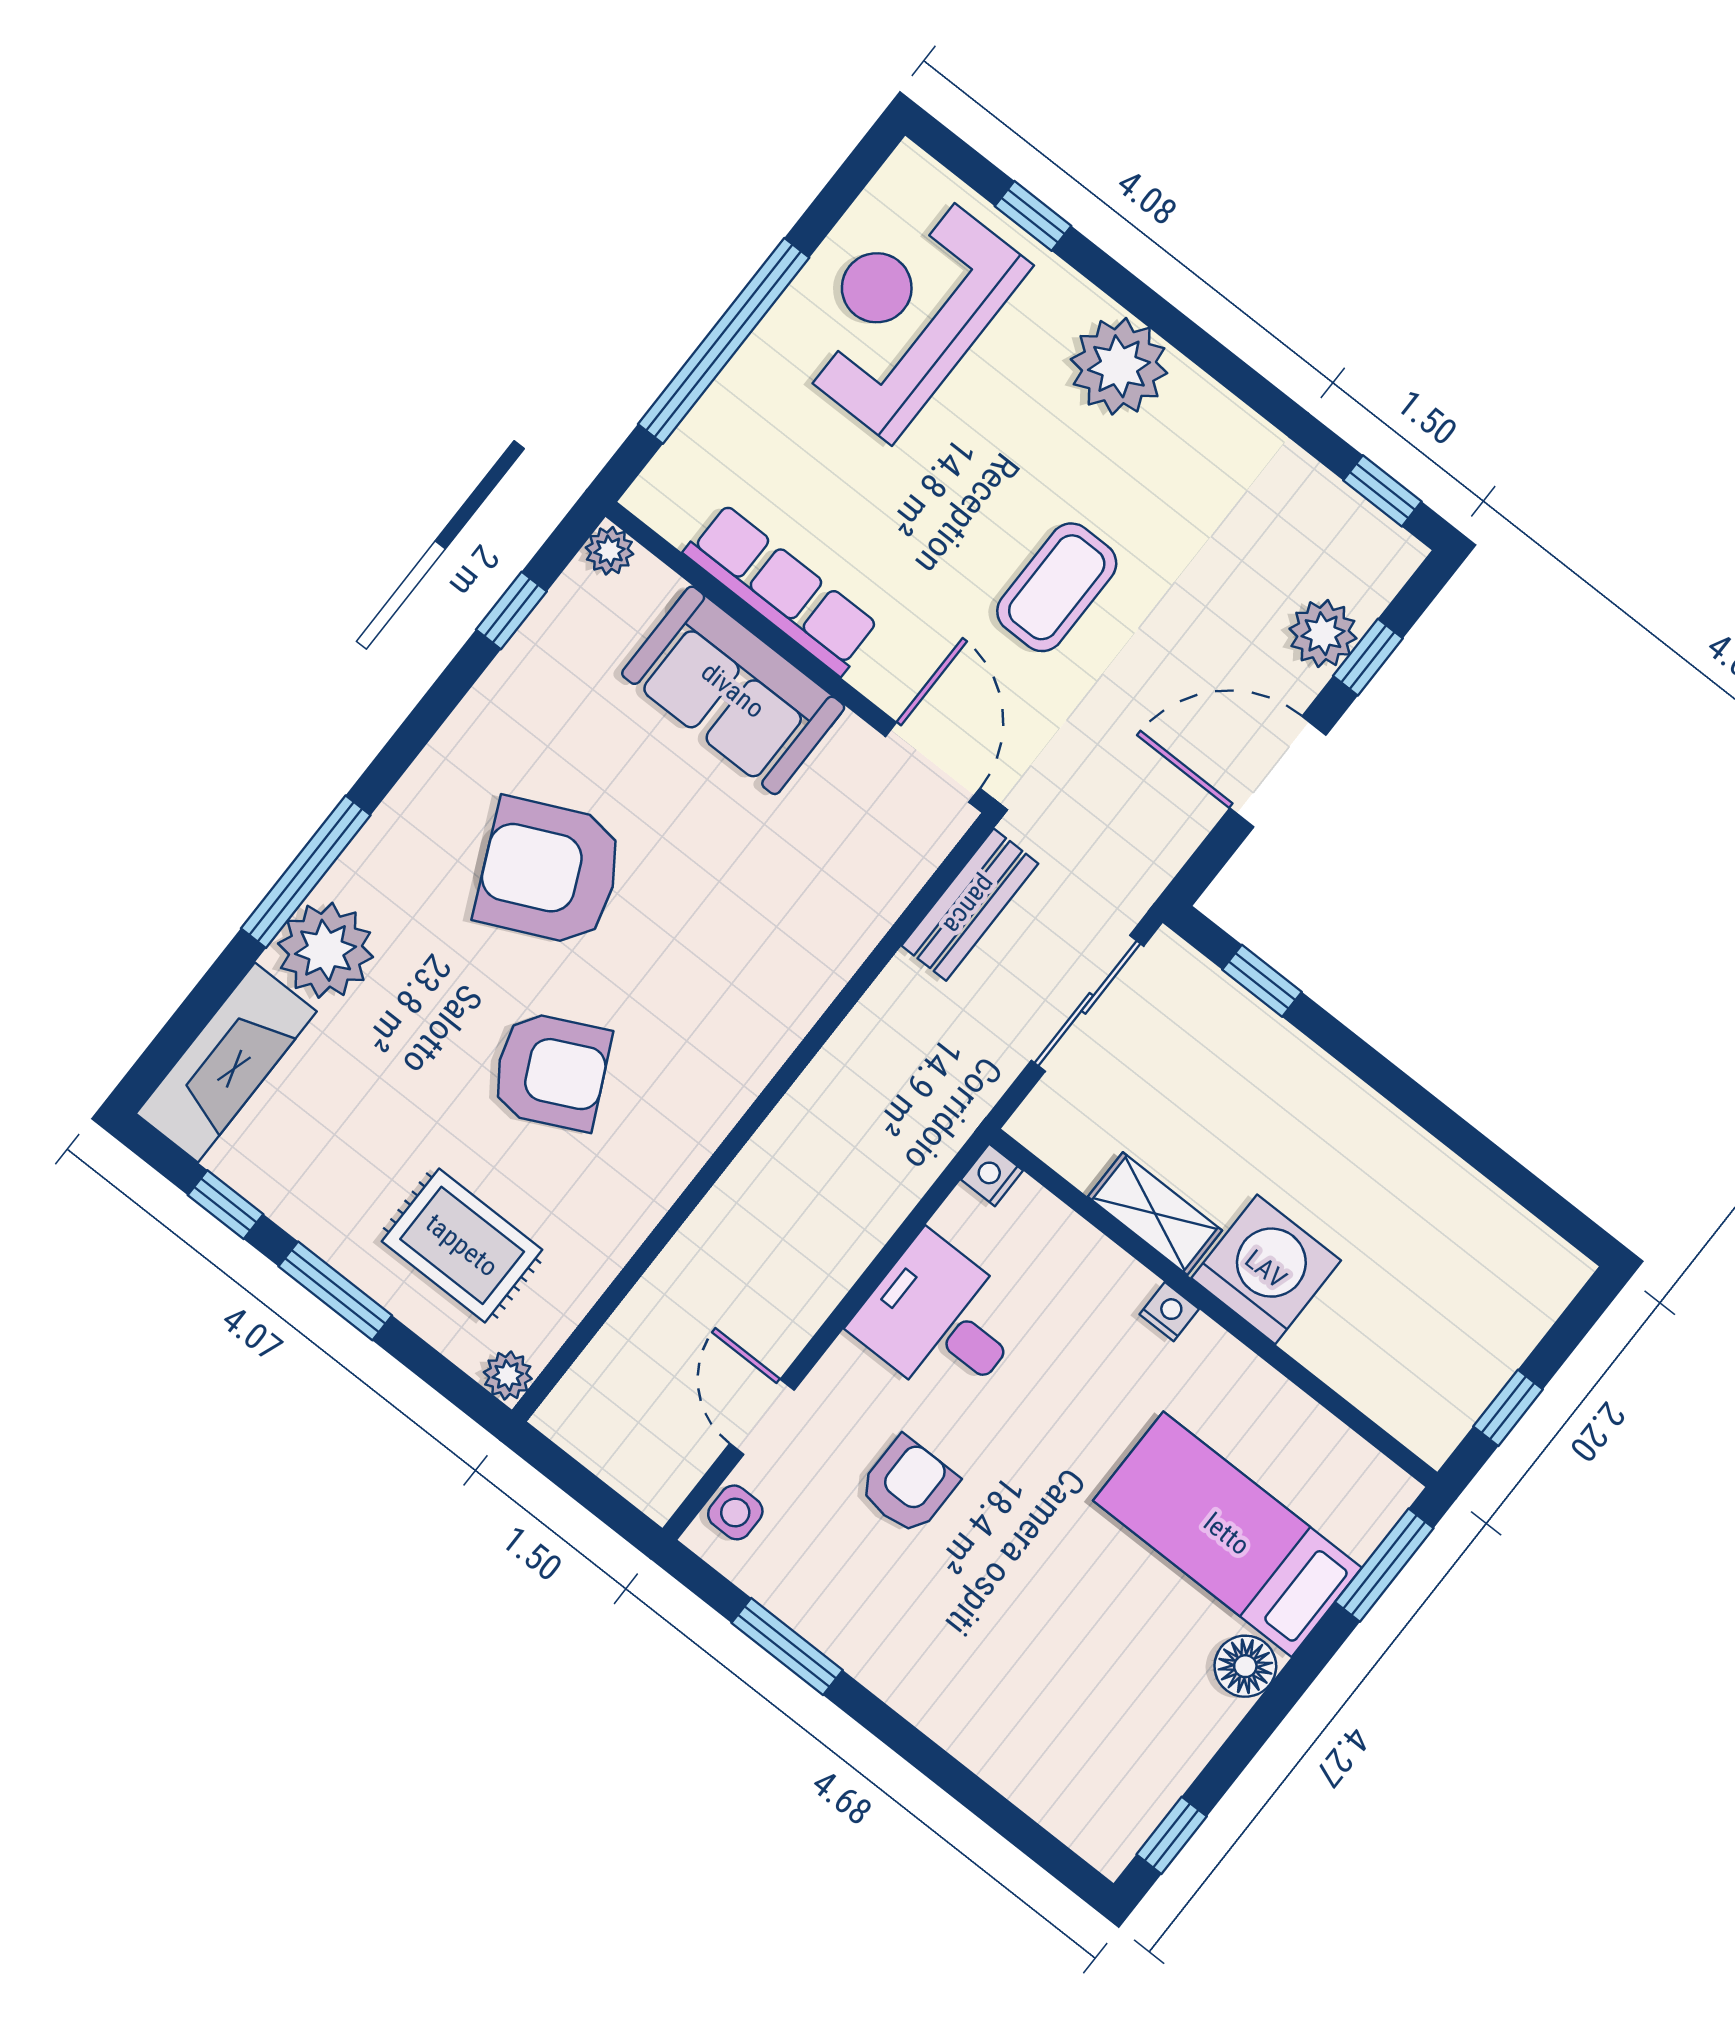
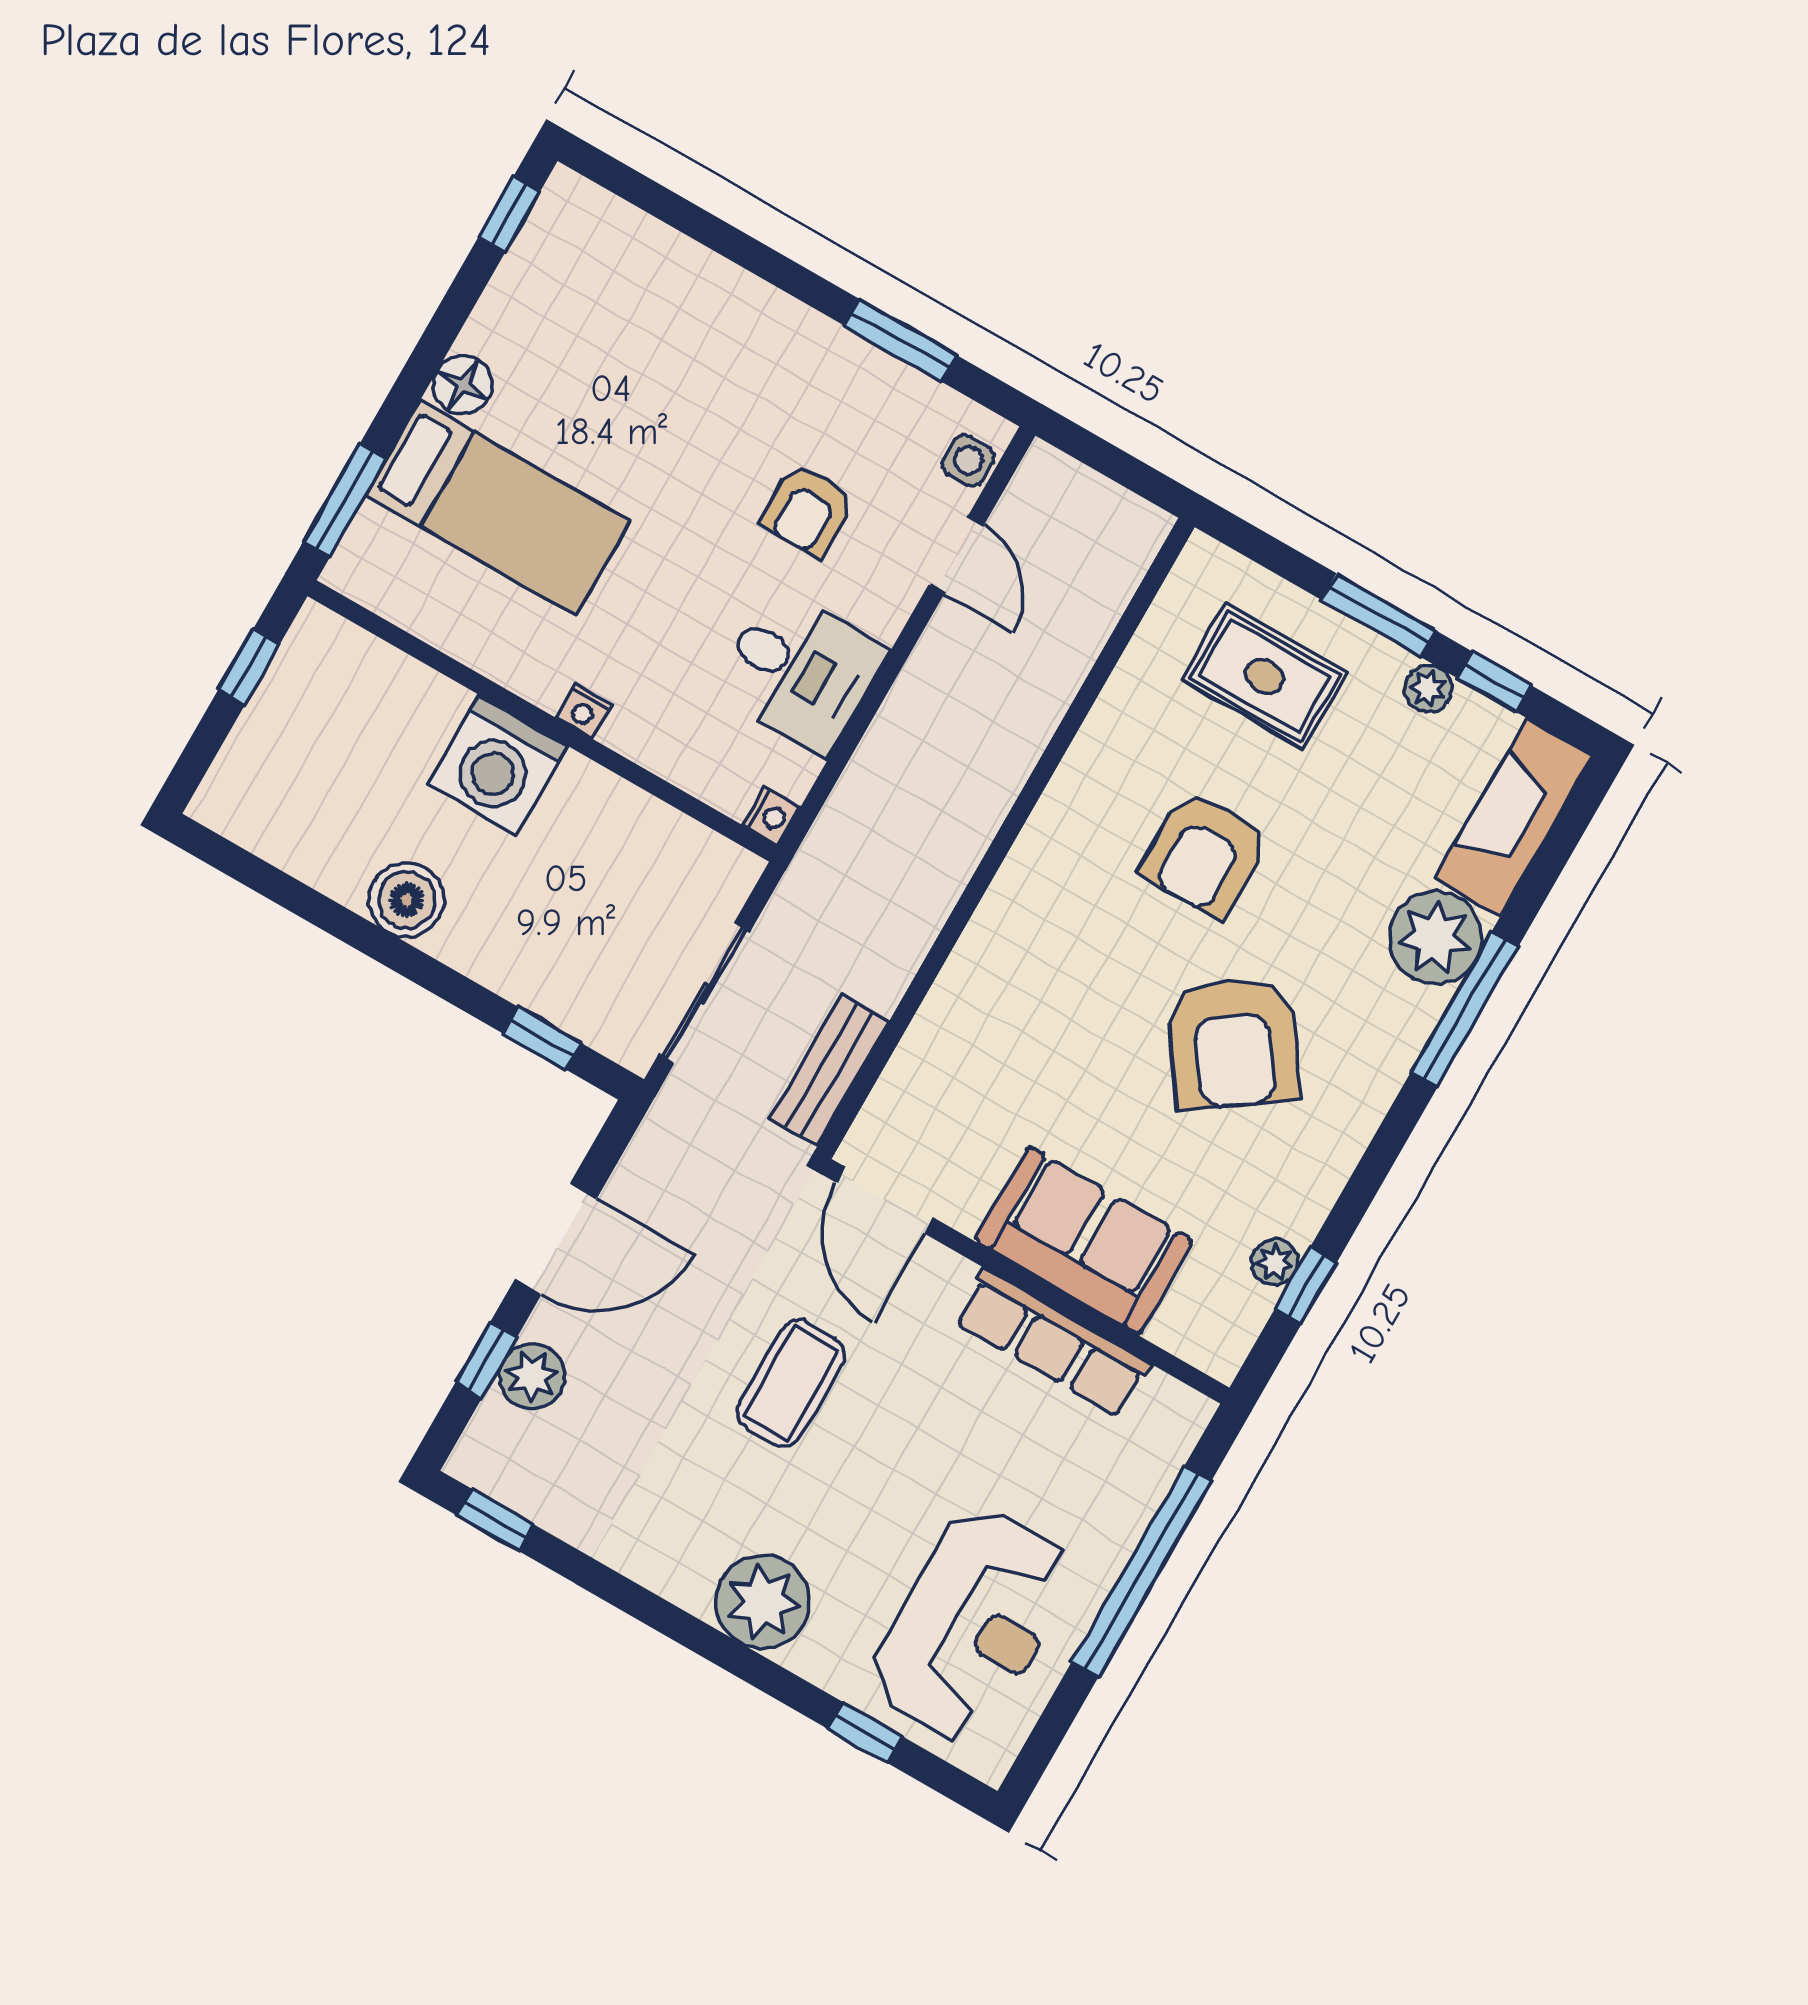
plant: (609, 551) -> (1275, 1262), moved
armchair: (549, 872) -> (1233, 1043), turned 80
armchair: (551, 1071) -> (1204, 854), turned -64
boiler: (1381, 1144) -> (407, 900), added
shelving: (1155, 1214) -> (611, 802), removed
plant: (508, 1375) -> (1428, 688), moved

